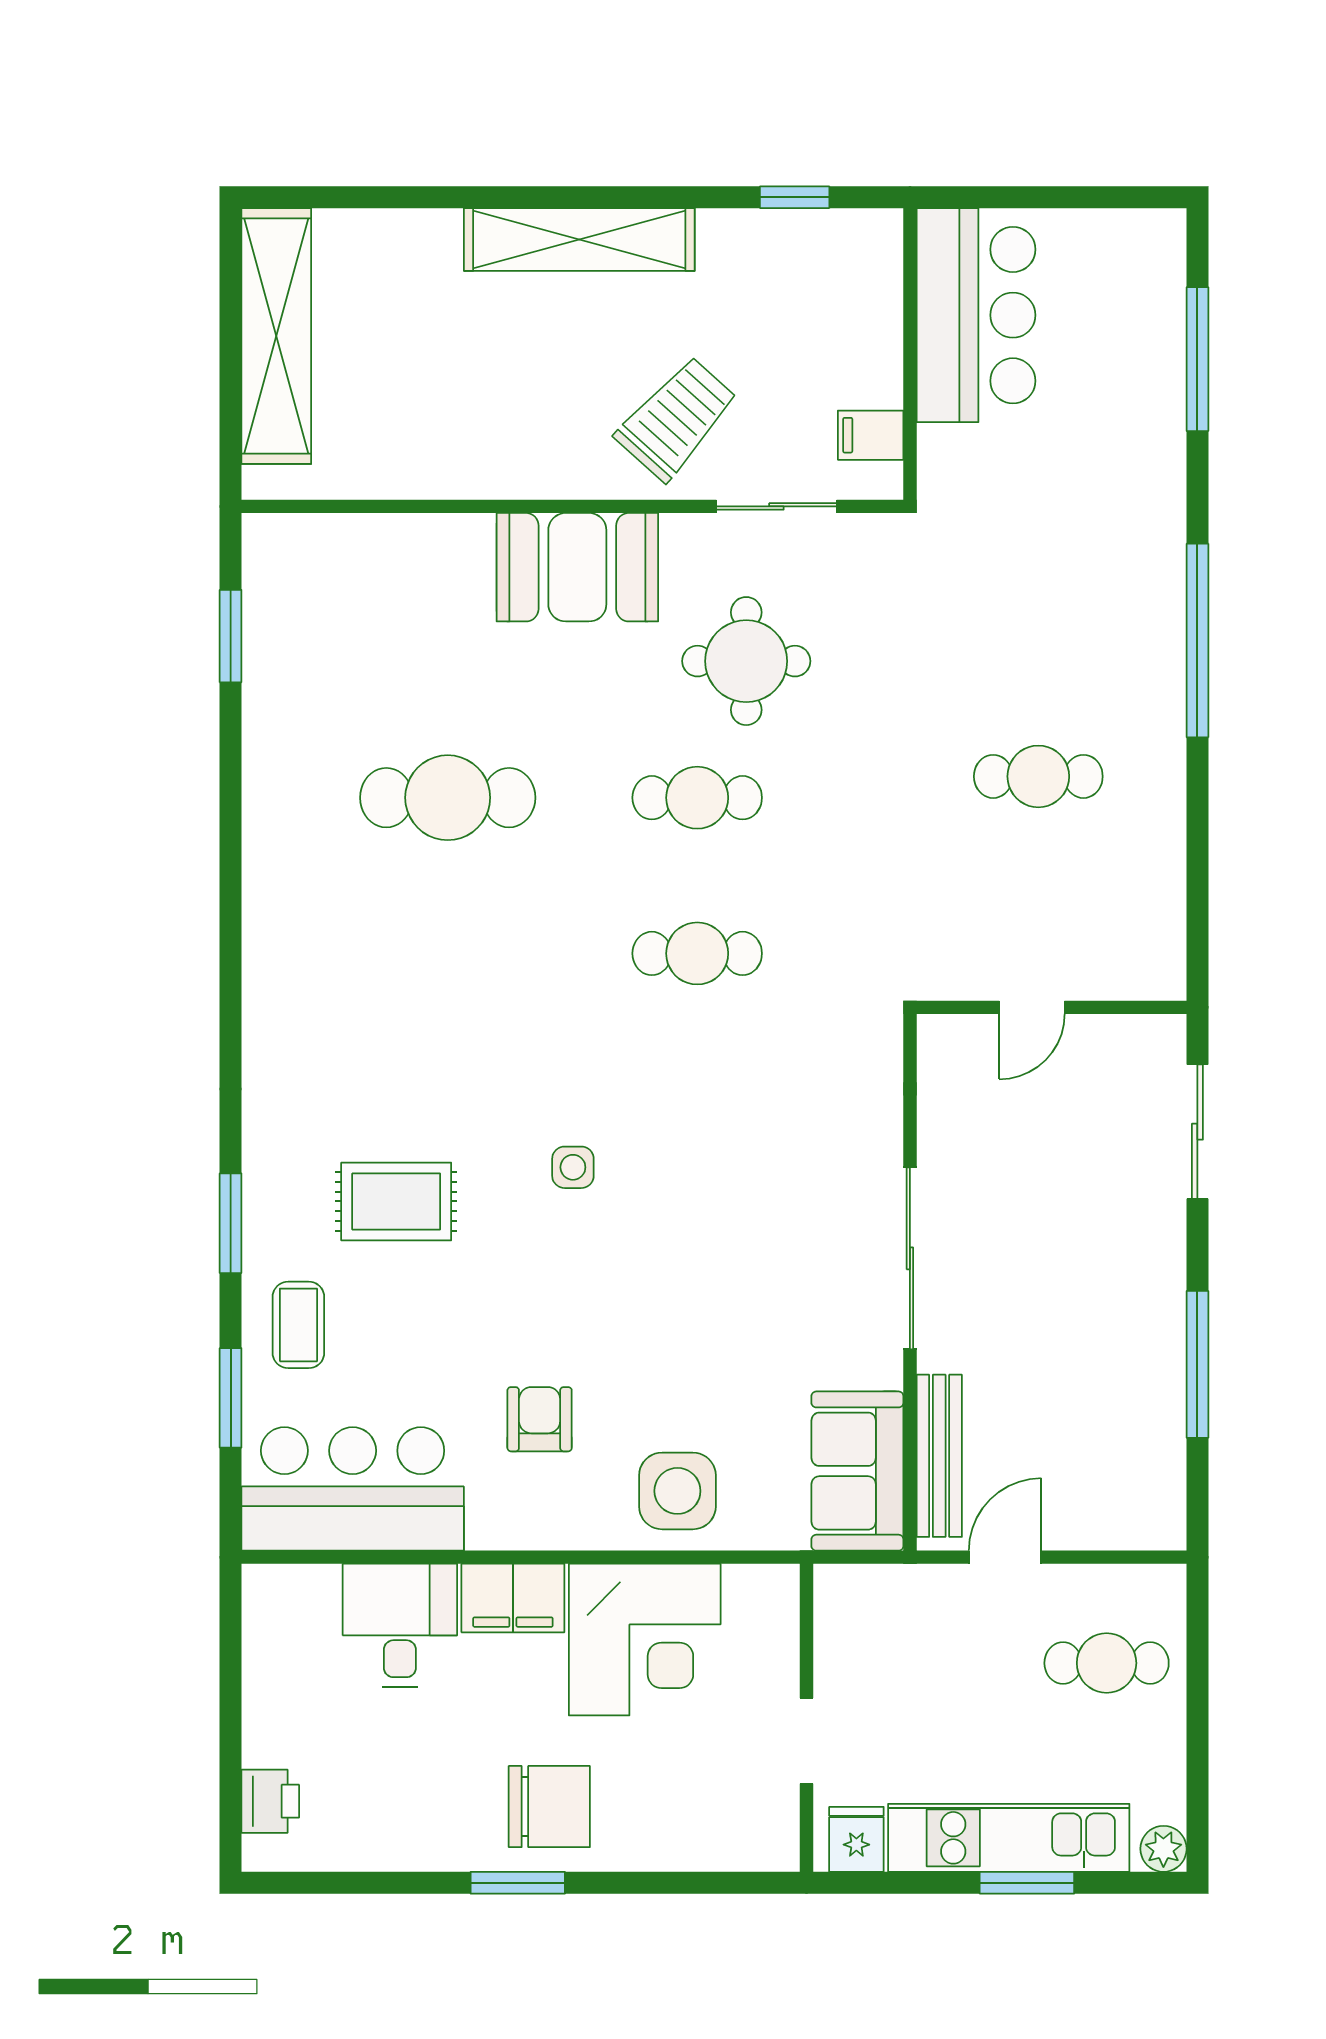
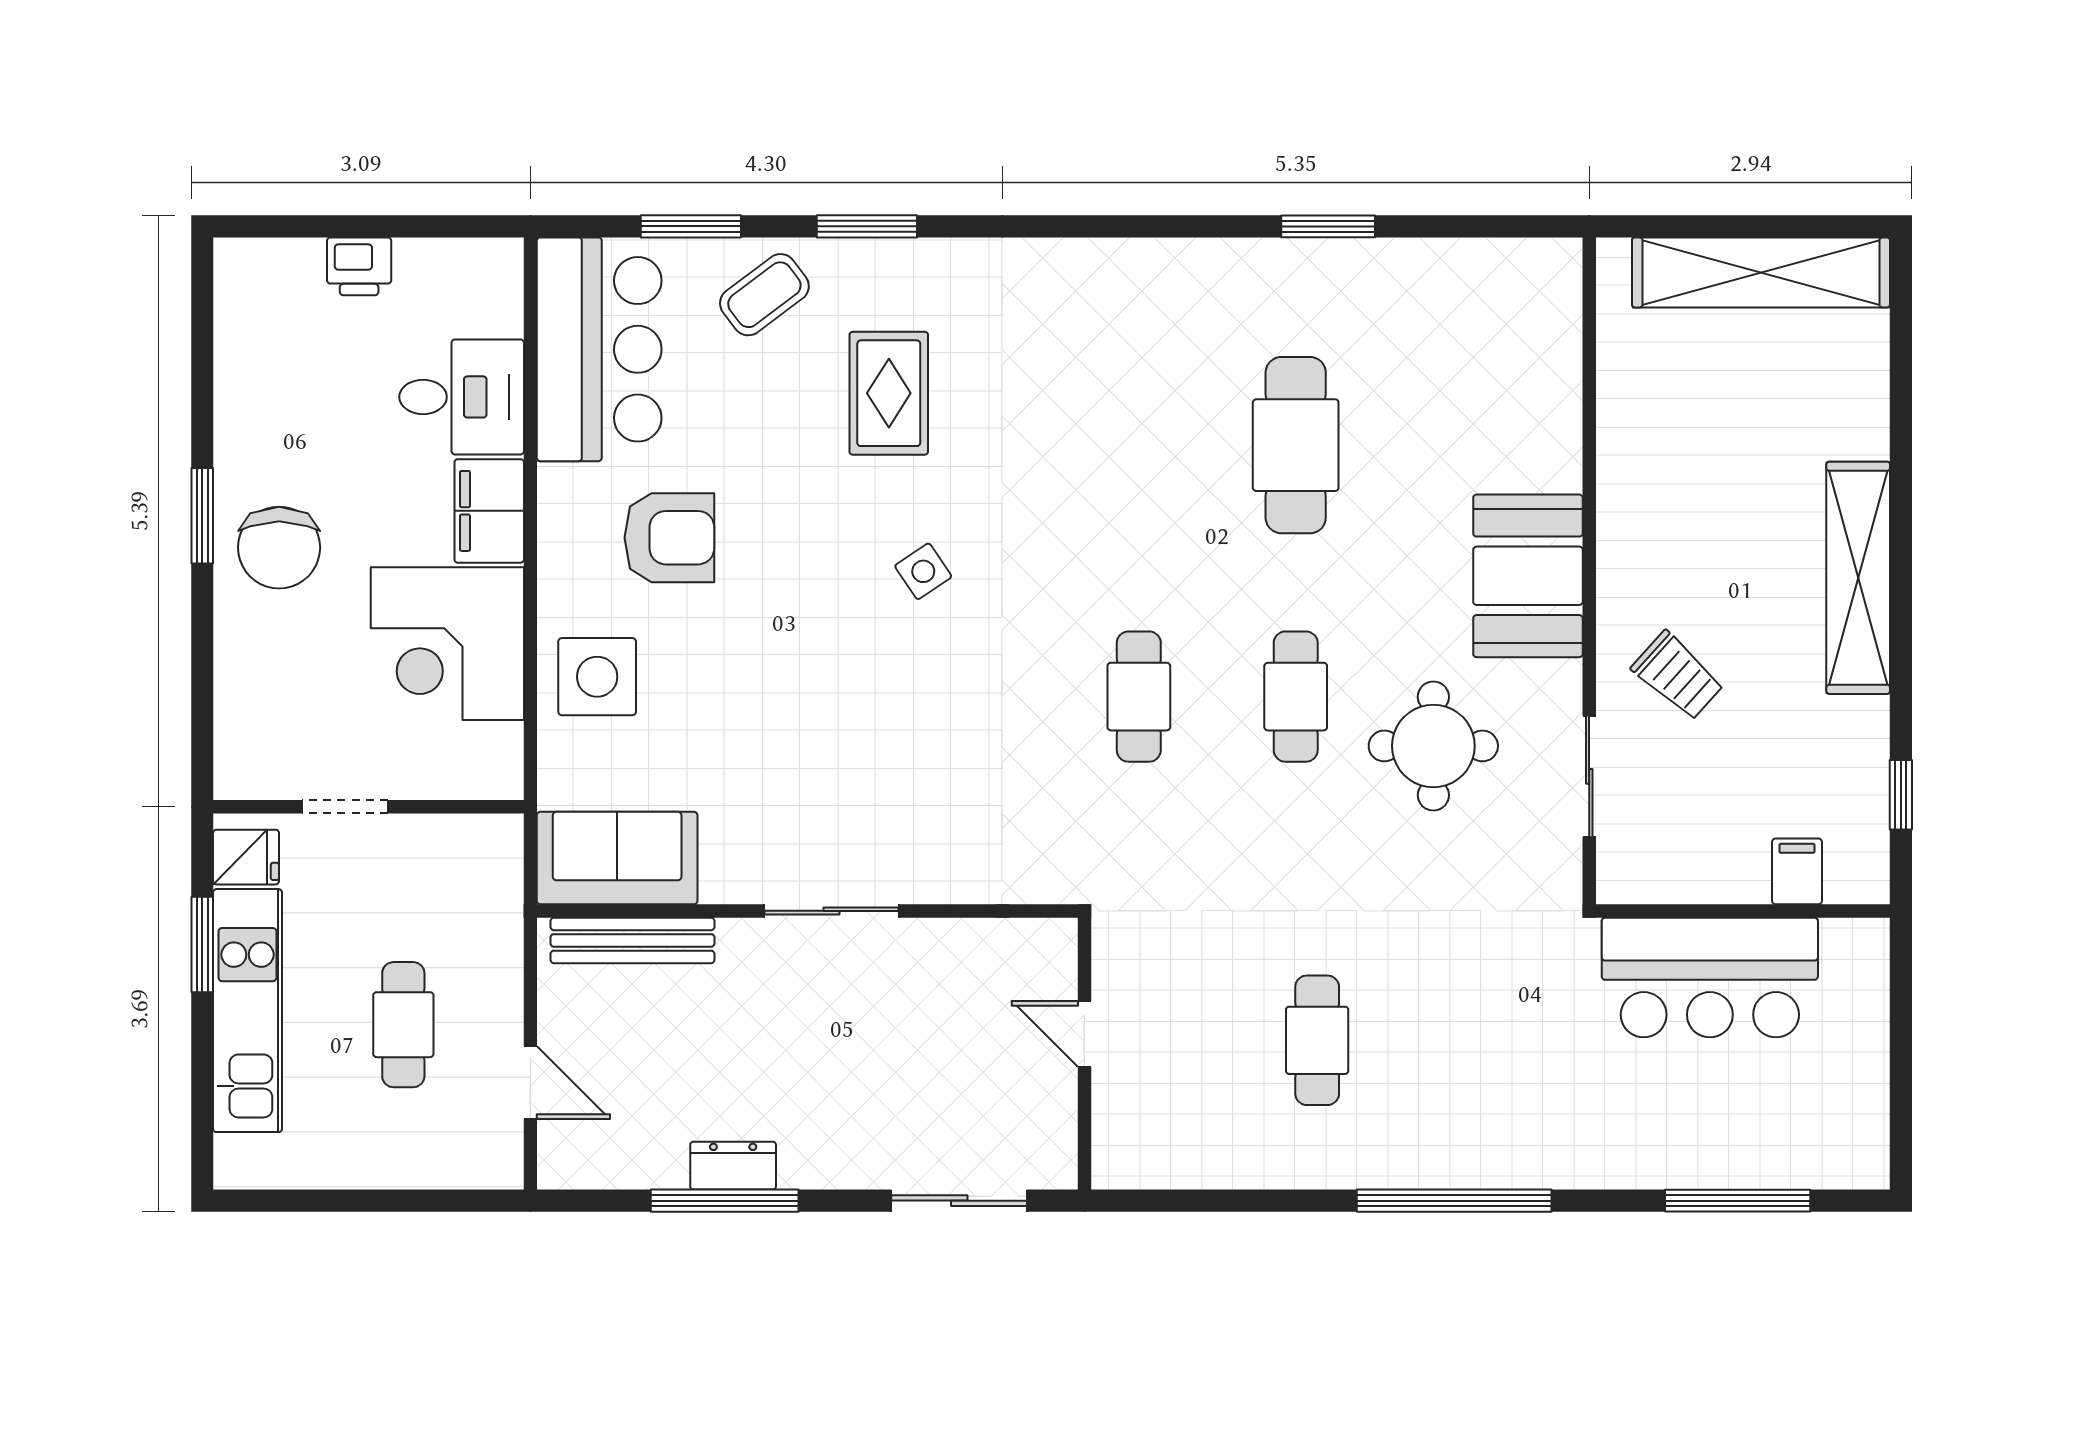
bar counter: (976, 315) -> (1710, 978), moved
trolley: (676, 419) -> (1678, 676), width x0.73, depth x0.72
filing cabinet: (871, 435) -> (1797, 871), moved
window: (231, 636) -> (1328, 226), moved
side table: (573, 1167) -> (923, 571), turned -34
sliding door: (910, 1258) -> (831, 911), width x0.73
coffee table: (298, 1325) -> (764, 295), turned -37
dresser: (1163, 1356) -> (733, 1166), added
armchair: (540, 1419) -> (669, 538), width x1.38, depth x1.38
door: (1005, 1557) -> (530, 1083), moved
cafe table: (1107, 1663) -> (403, 1025), moved
printer: (270, 1801) -> (359, 266), moved
plant: (1163, 1849) -> (236, 1166), removed
window: (1027, 1883) -> (202, 944), moved

